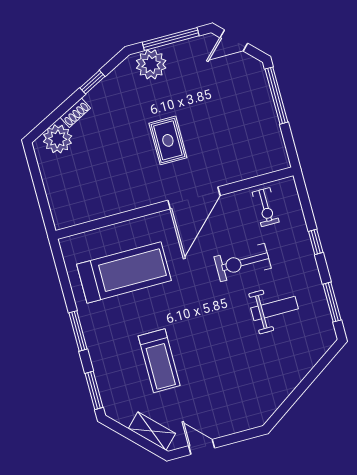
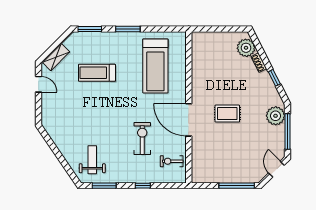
weight bench: (275, 308) -> (92, 160), moved, turned 180
door: (202, 447) -> (39, 84), hinge flipped

